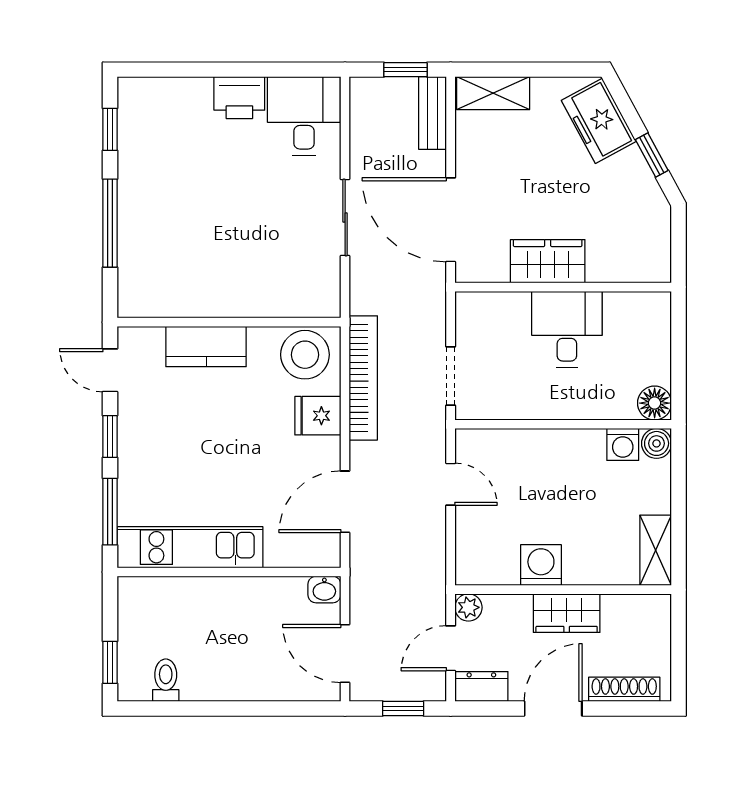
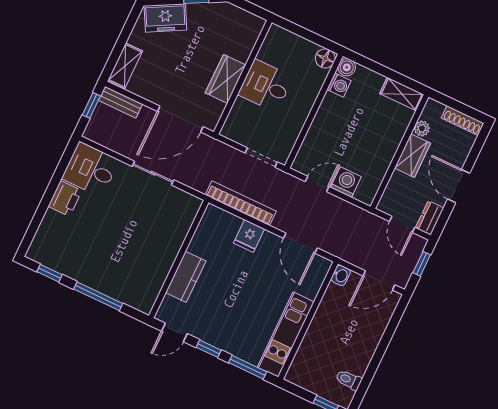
stool: (305, 355) -> (214, 228), removed
washing machine: (541, 565) -> (346, 182), moved, turned 90
plant: (468, 607) -> (422, 128), moved
shoe rack: (624, 689) -> (463, 121), moved, turned -90

